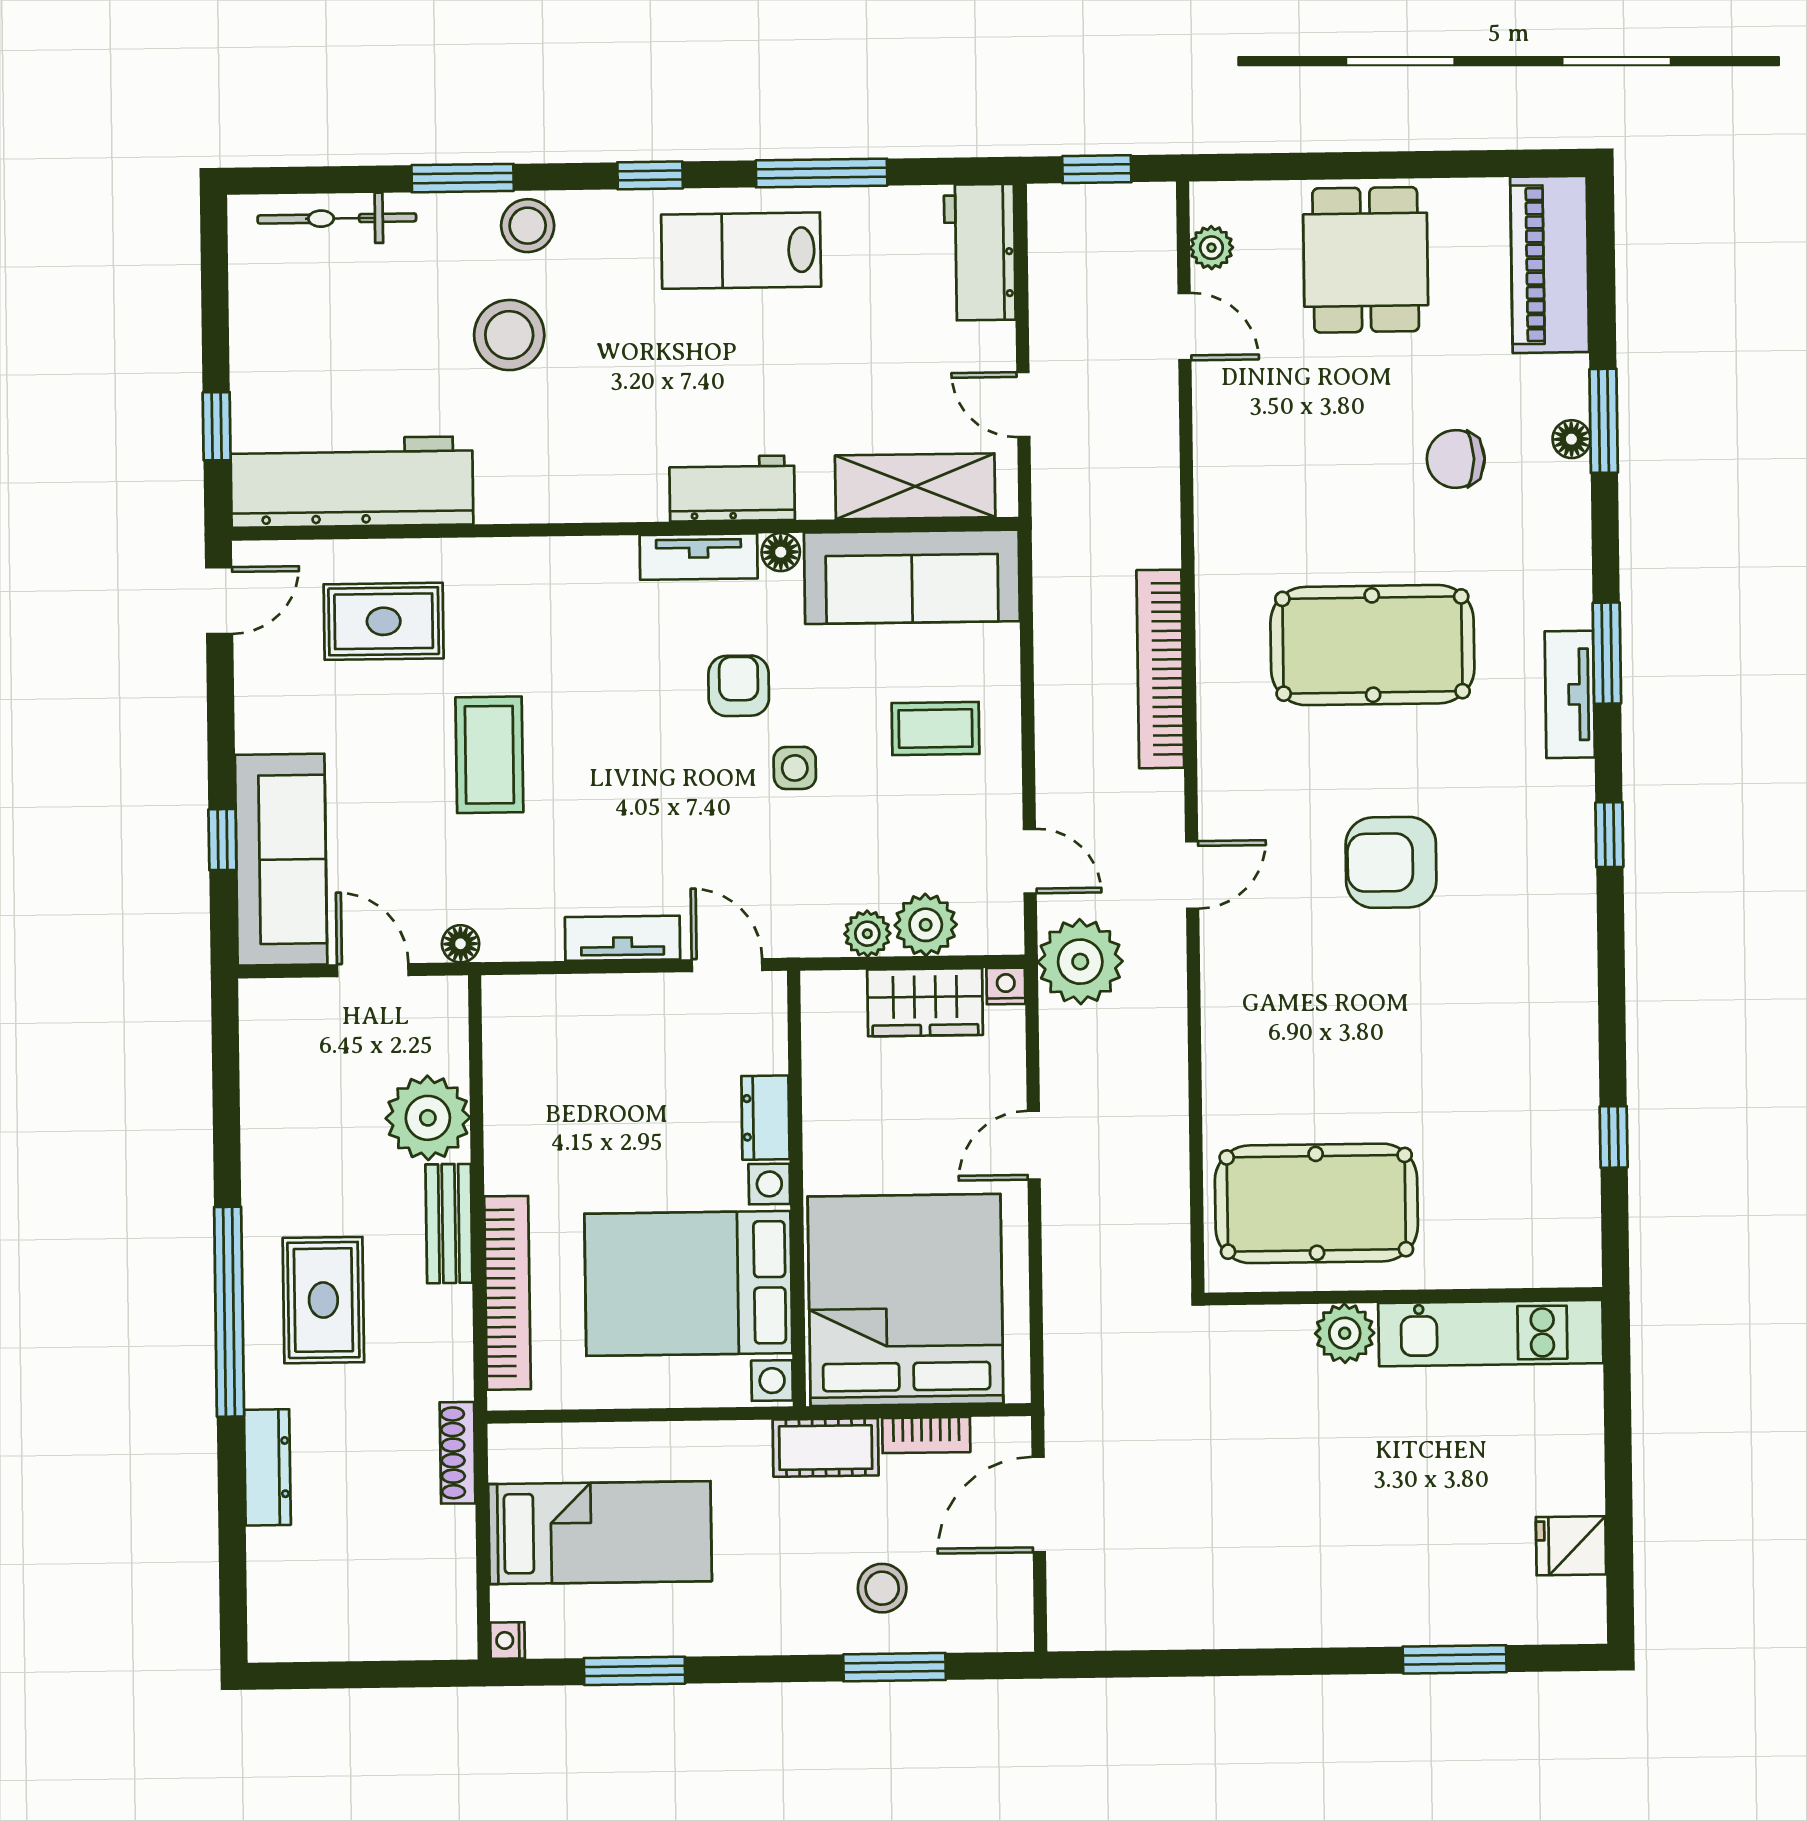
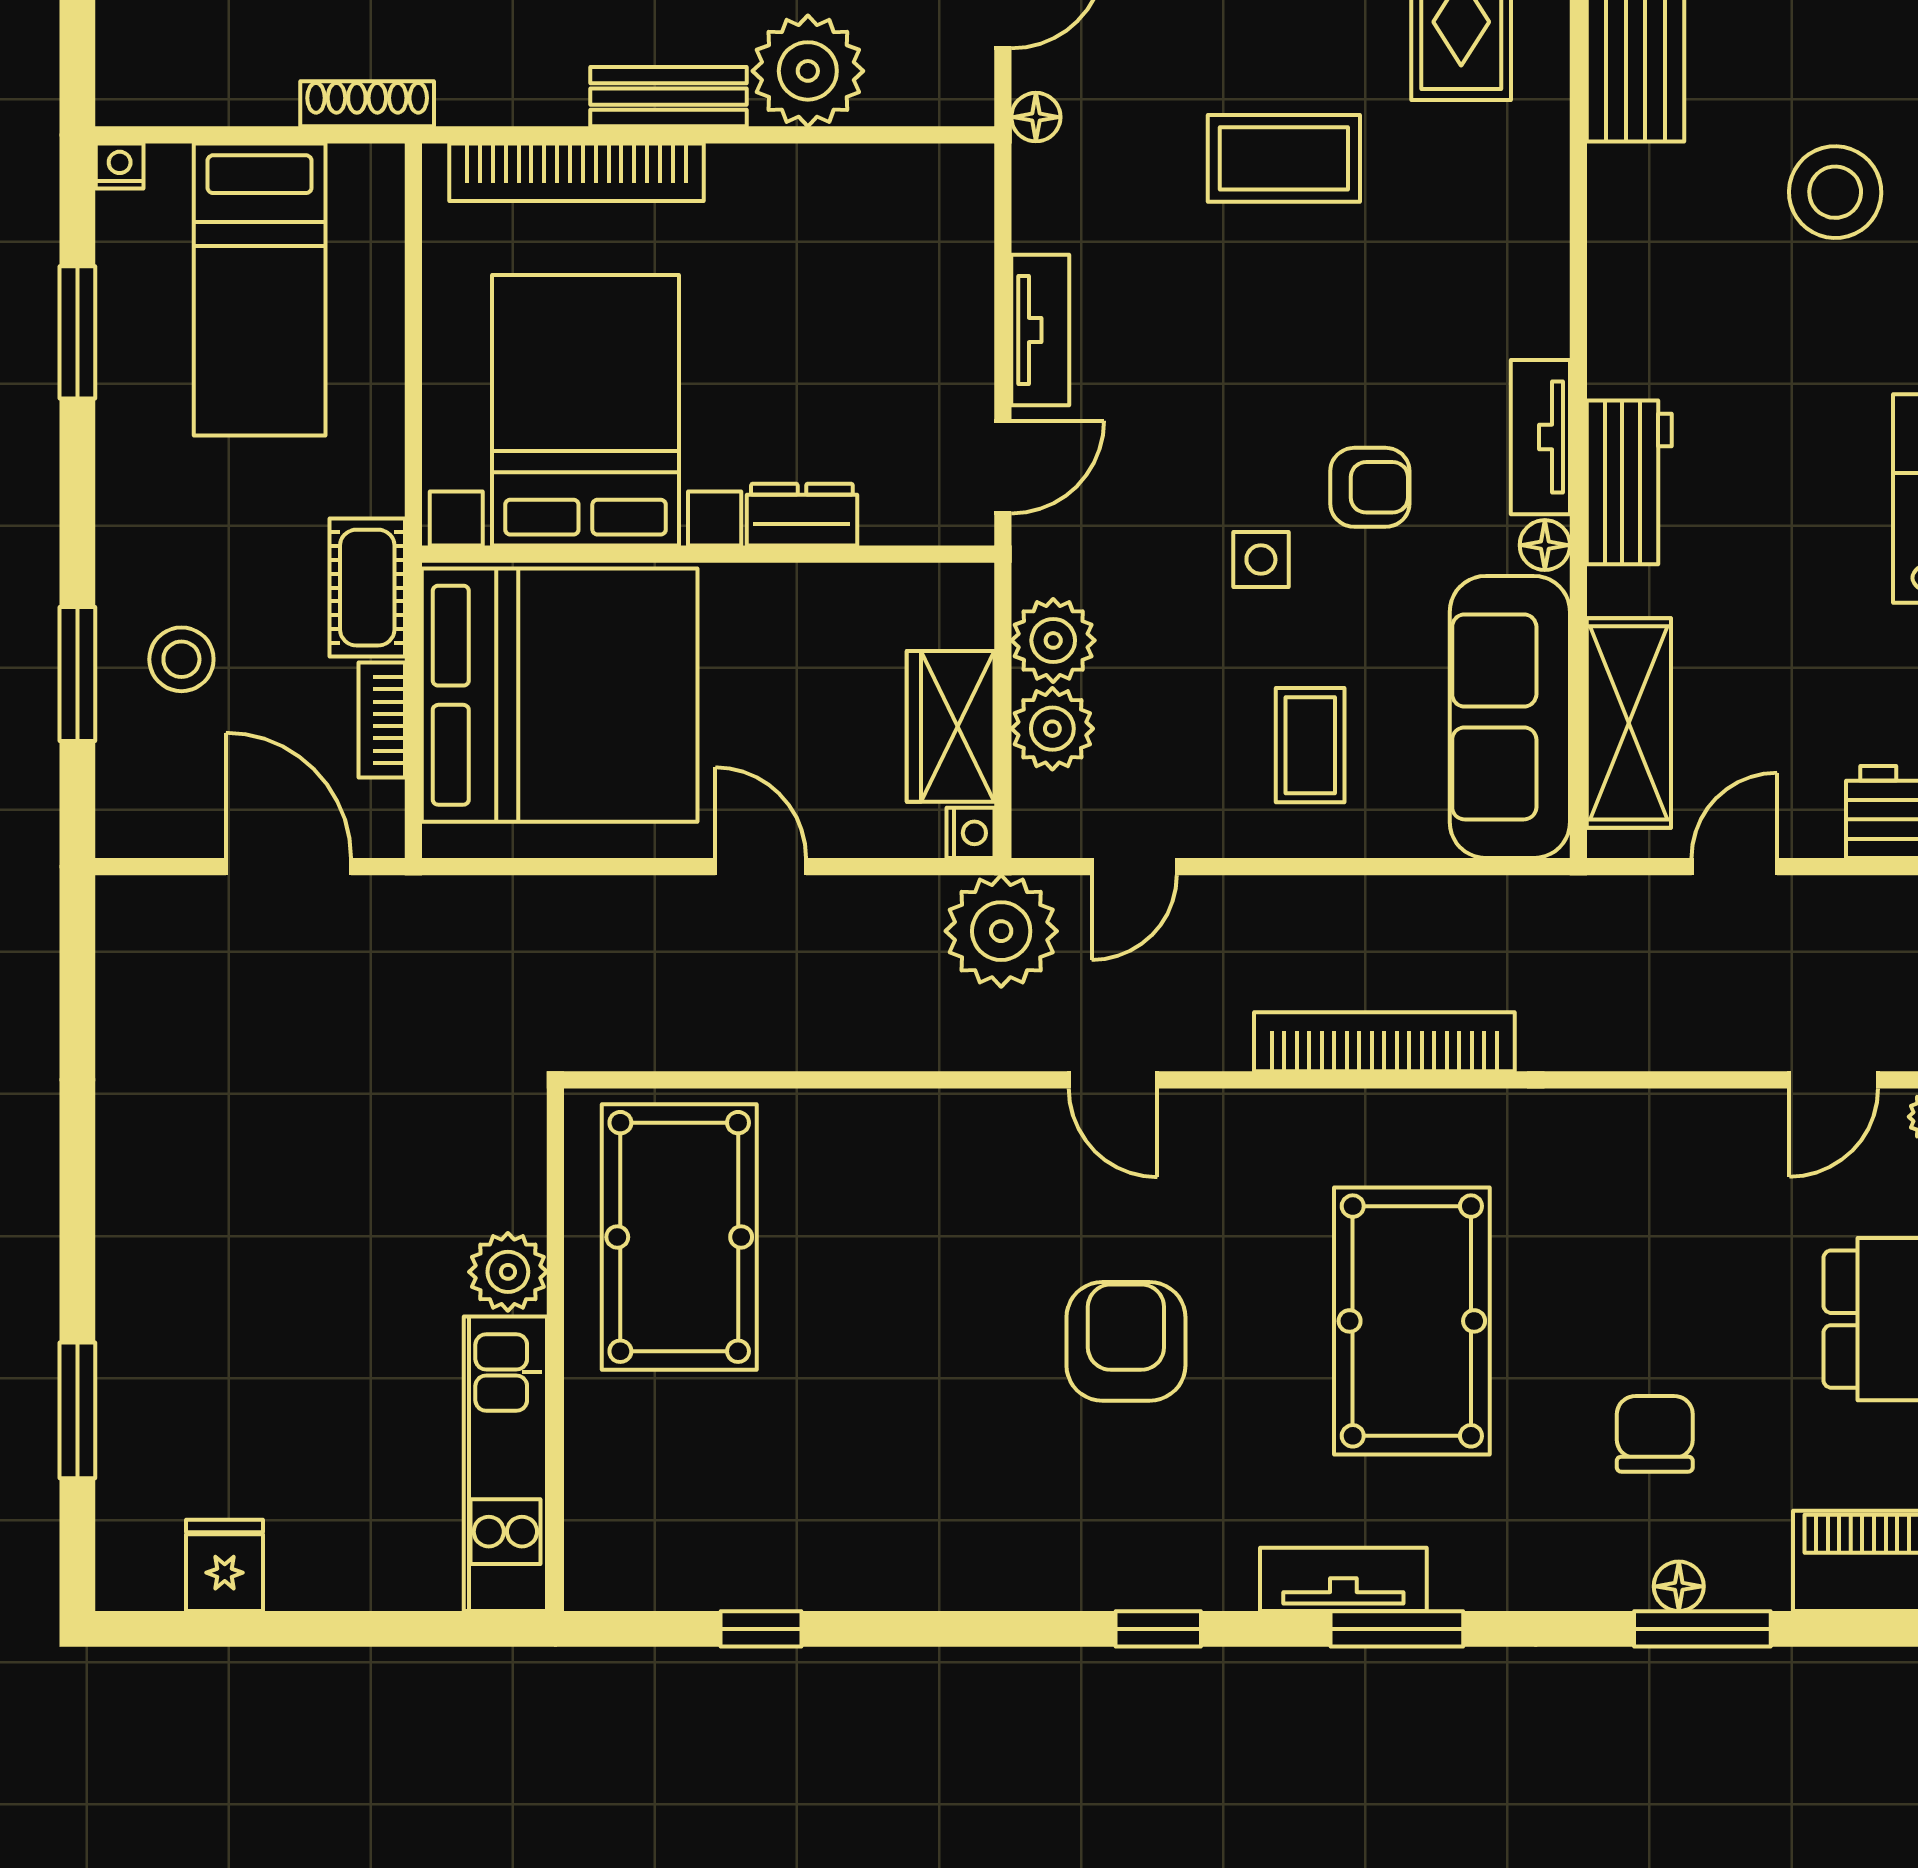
plant: (867, 934) -> (1053, 640), width x1.38, depth x1.38

